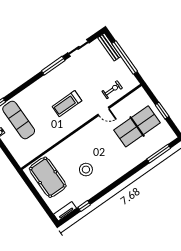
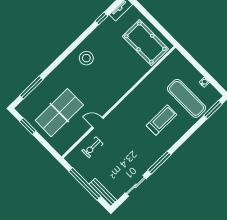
treadmill: (67, 104) -> (162, 120), moved
window: (162, 111) -> (28, 126), moved
stool: (86, 170) -> (86, 58), moved

